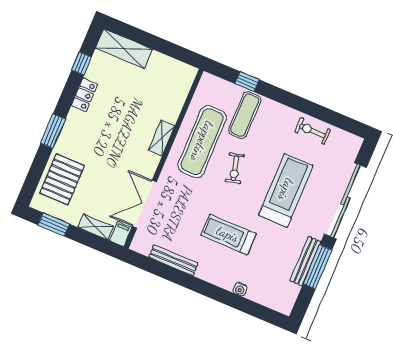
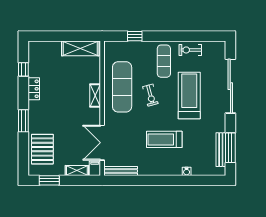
shelving: (124, 49) -> (80, 48), moved
exercise mat: (245, 115) -> (164, 61), moved
bench: (173, 260) -> (121, 171), moved
bench: (305, 261) -> (221, 150), moved
window: (318, 267) -> (230, 148), moved

